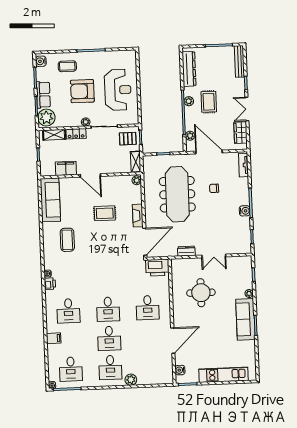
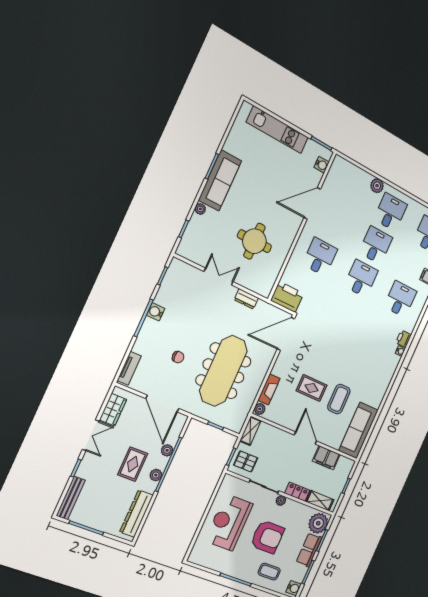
plant: (190, 136) -> (167, 450), moved
fireplace: (138, 216) -> (269, 389), moved
coffee table: (67, 240) -> (339, 399), moved

